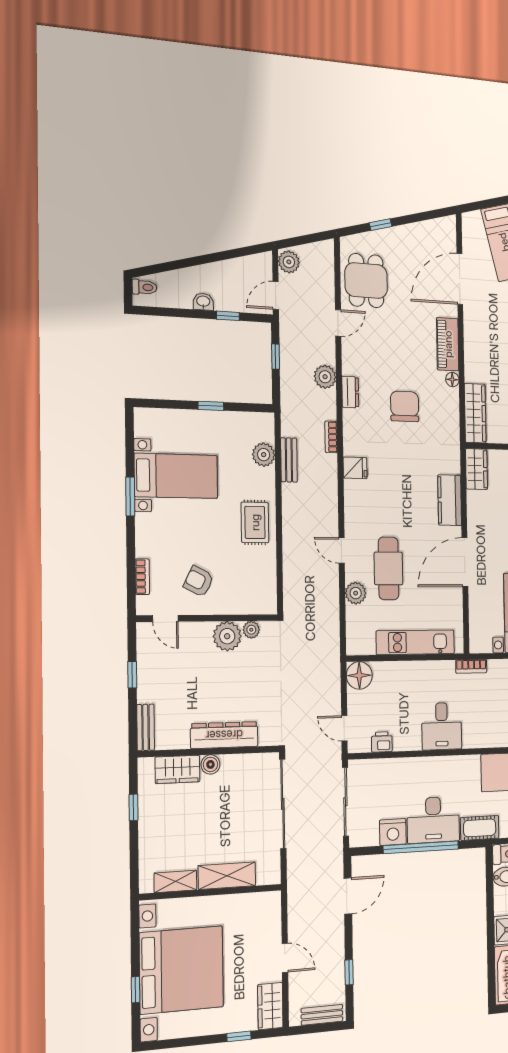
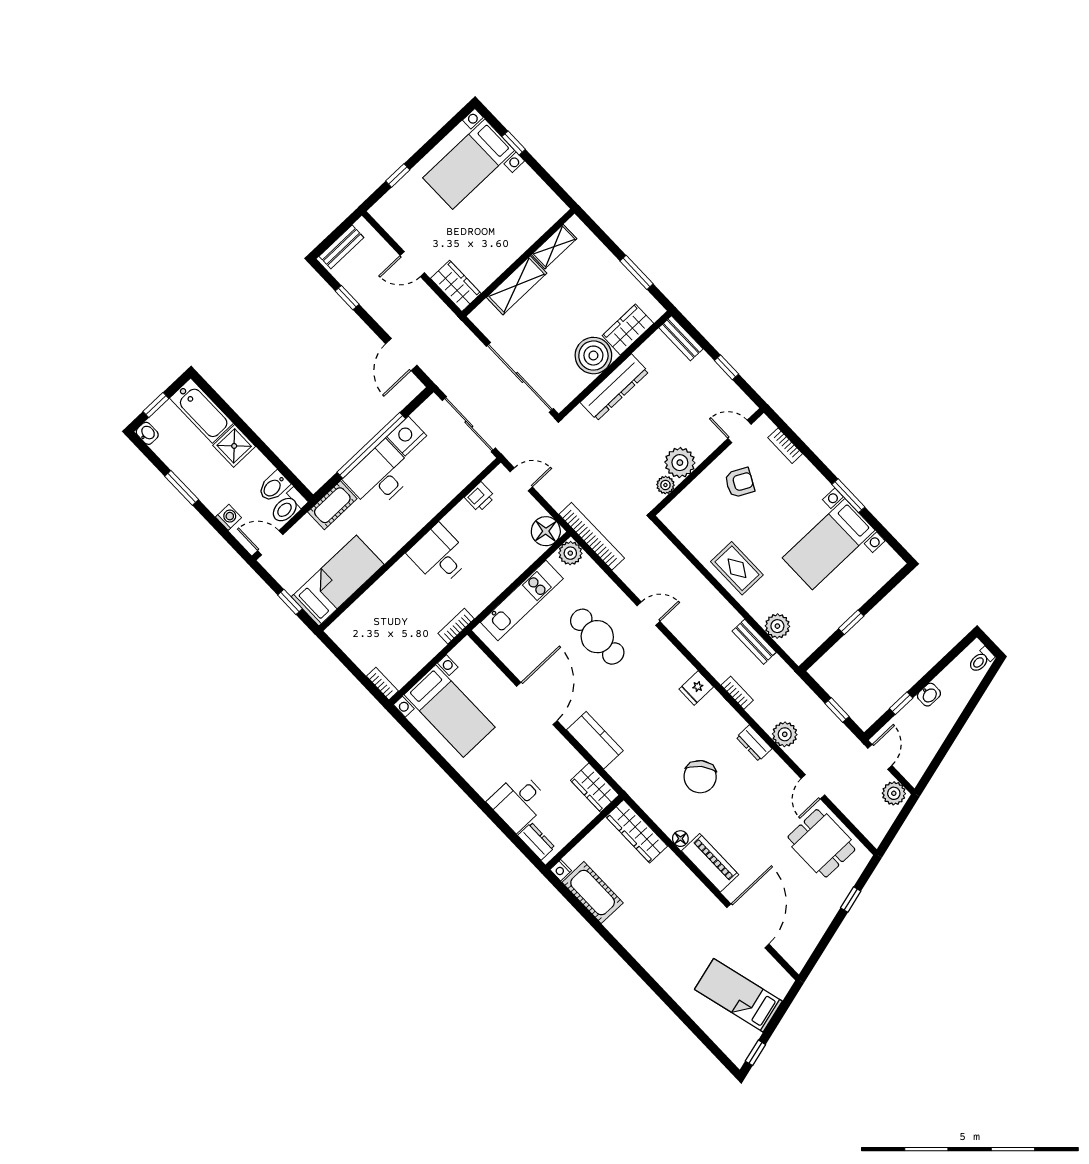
chair: (405, 406) -> (700, 777), turned 50
plant: (356, 593) -> (570, 553), moved
bookcase: (332, 642) -> (592, 536), added
boiler: (210, 764) -> (593, 356), width x1.86, depth x1.86
window: (134, 807) -> (636, 272), width x1.50
bed with nightstands: (181, 970) -> (469, 164), width x0.54
wardrobe: (270, 1006) -> (456, 286), moved

